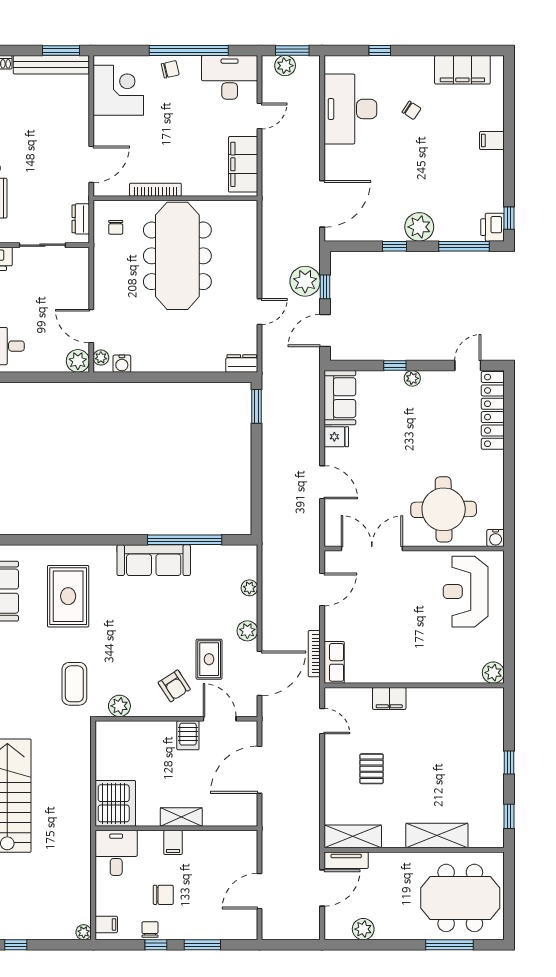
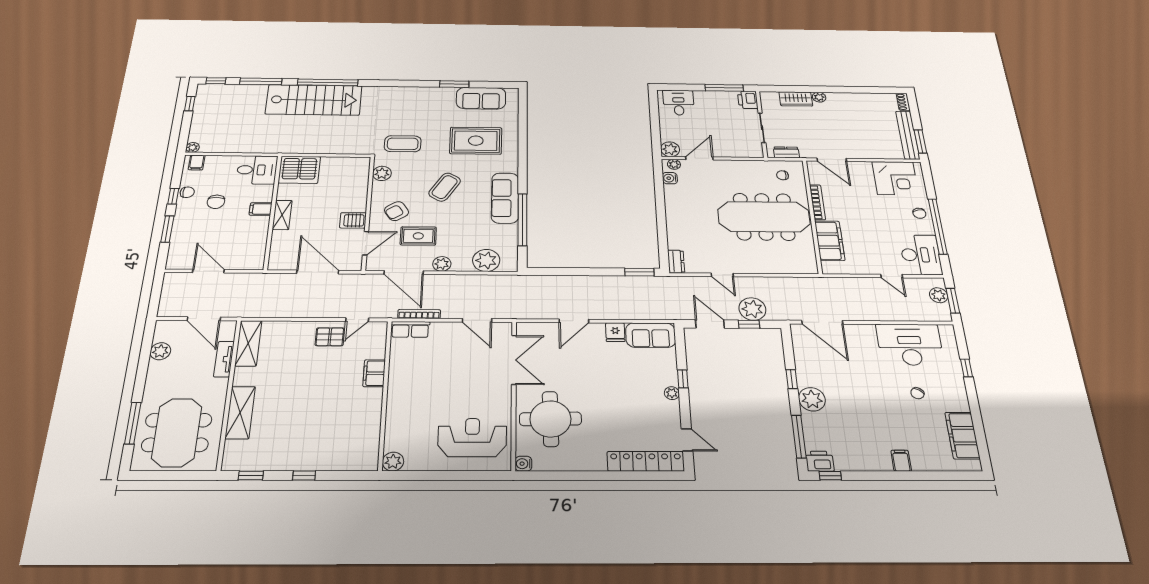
filing cabinet: (243, 164) -> (830, 241), moved, turned 90
plant: (249, 588) -> (486, 260), width x1.87, depth x1.87
coffee table: (139, 631) -> (445, 187), added
pallet: (372, 769) -> (330, 337), moved
tv unit: (346, 860) -> (224, 359), moved

